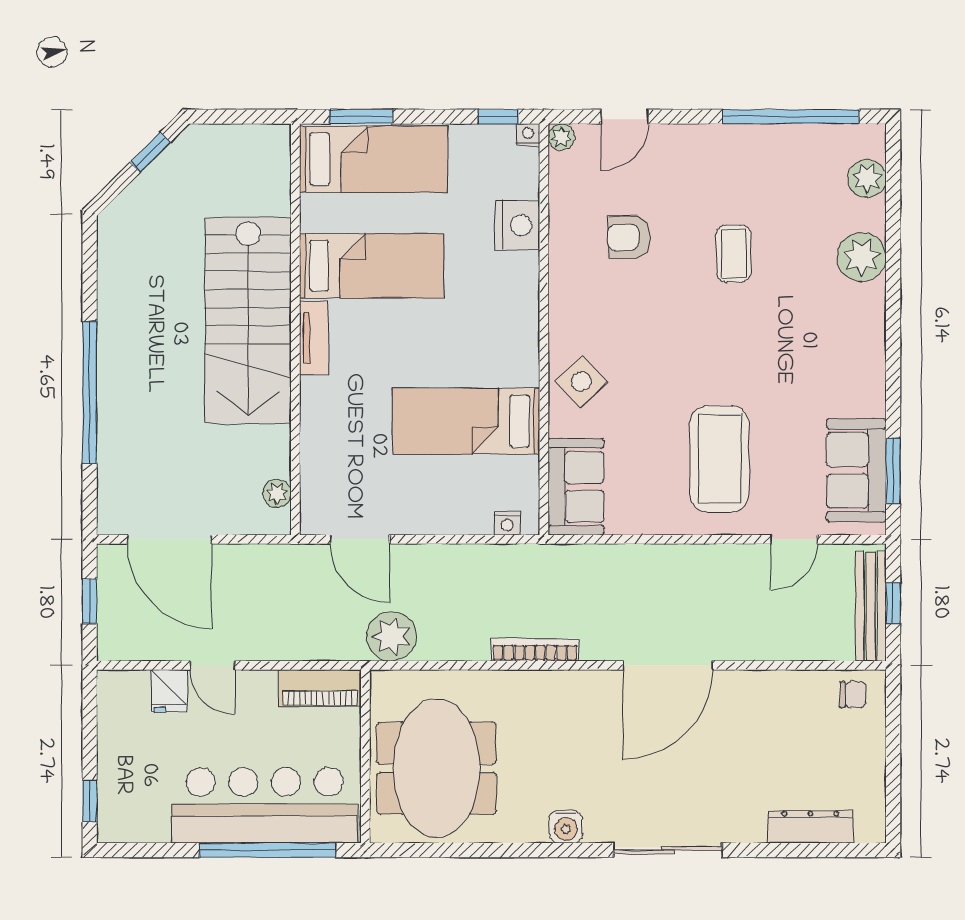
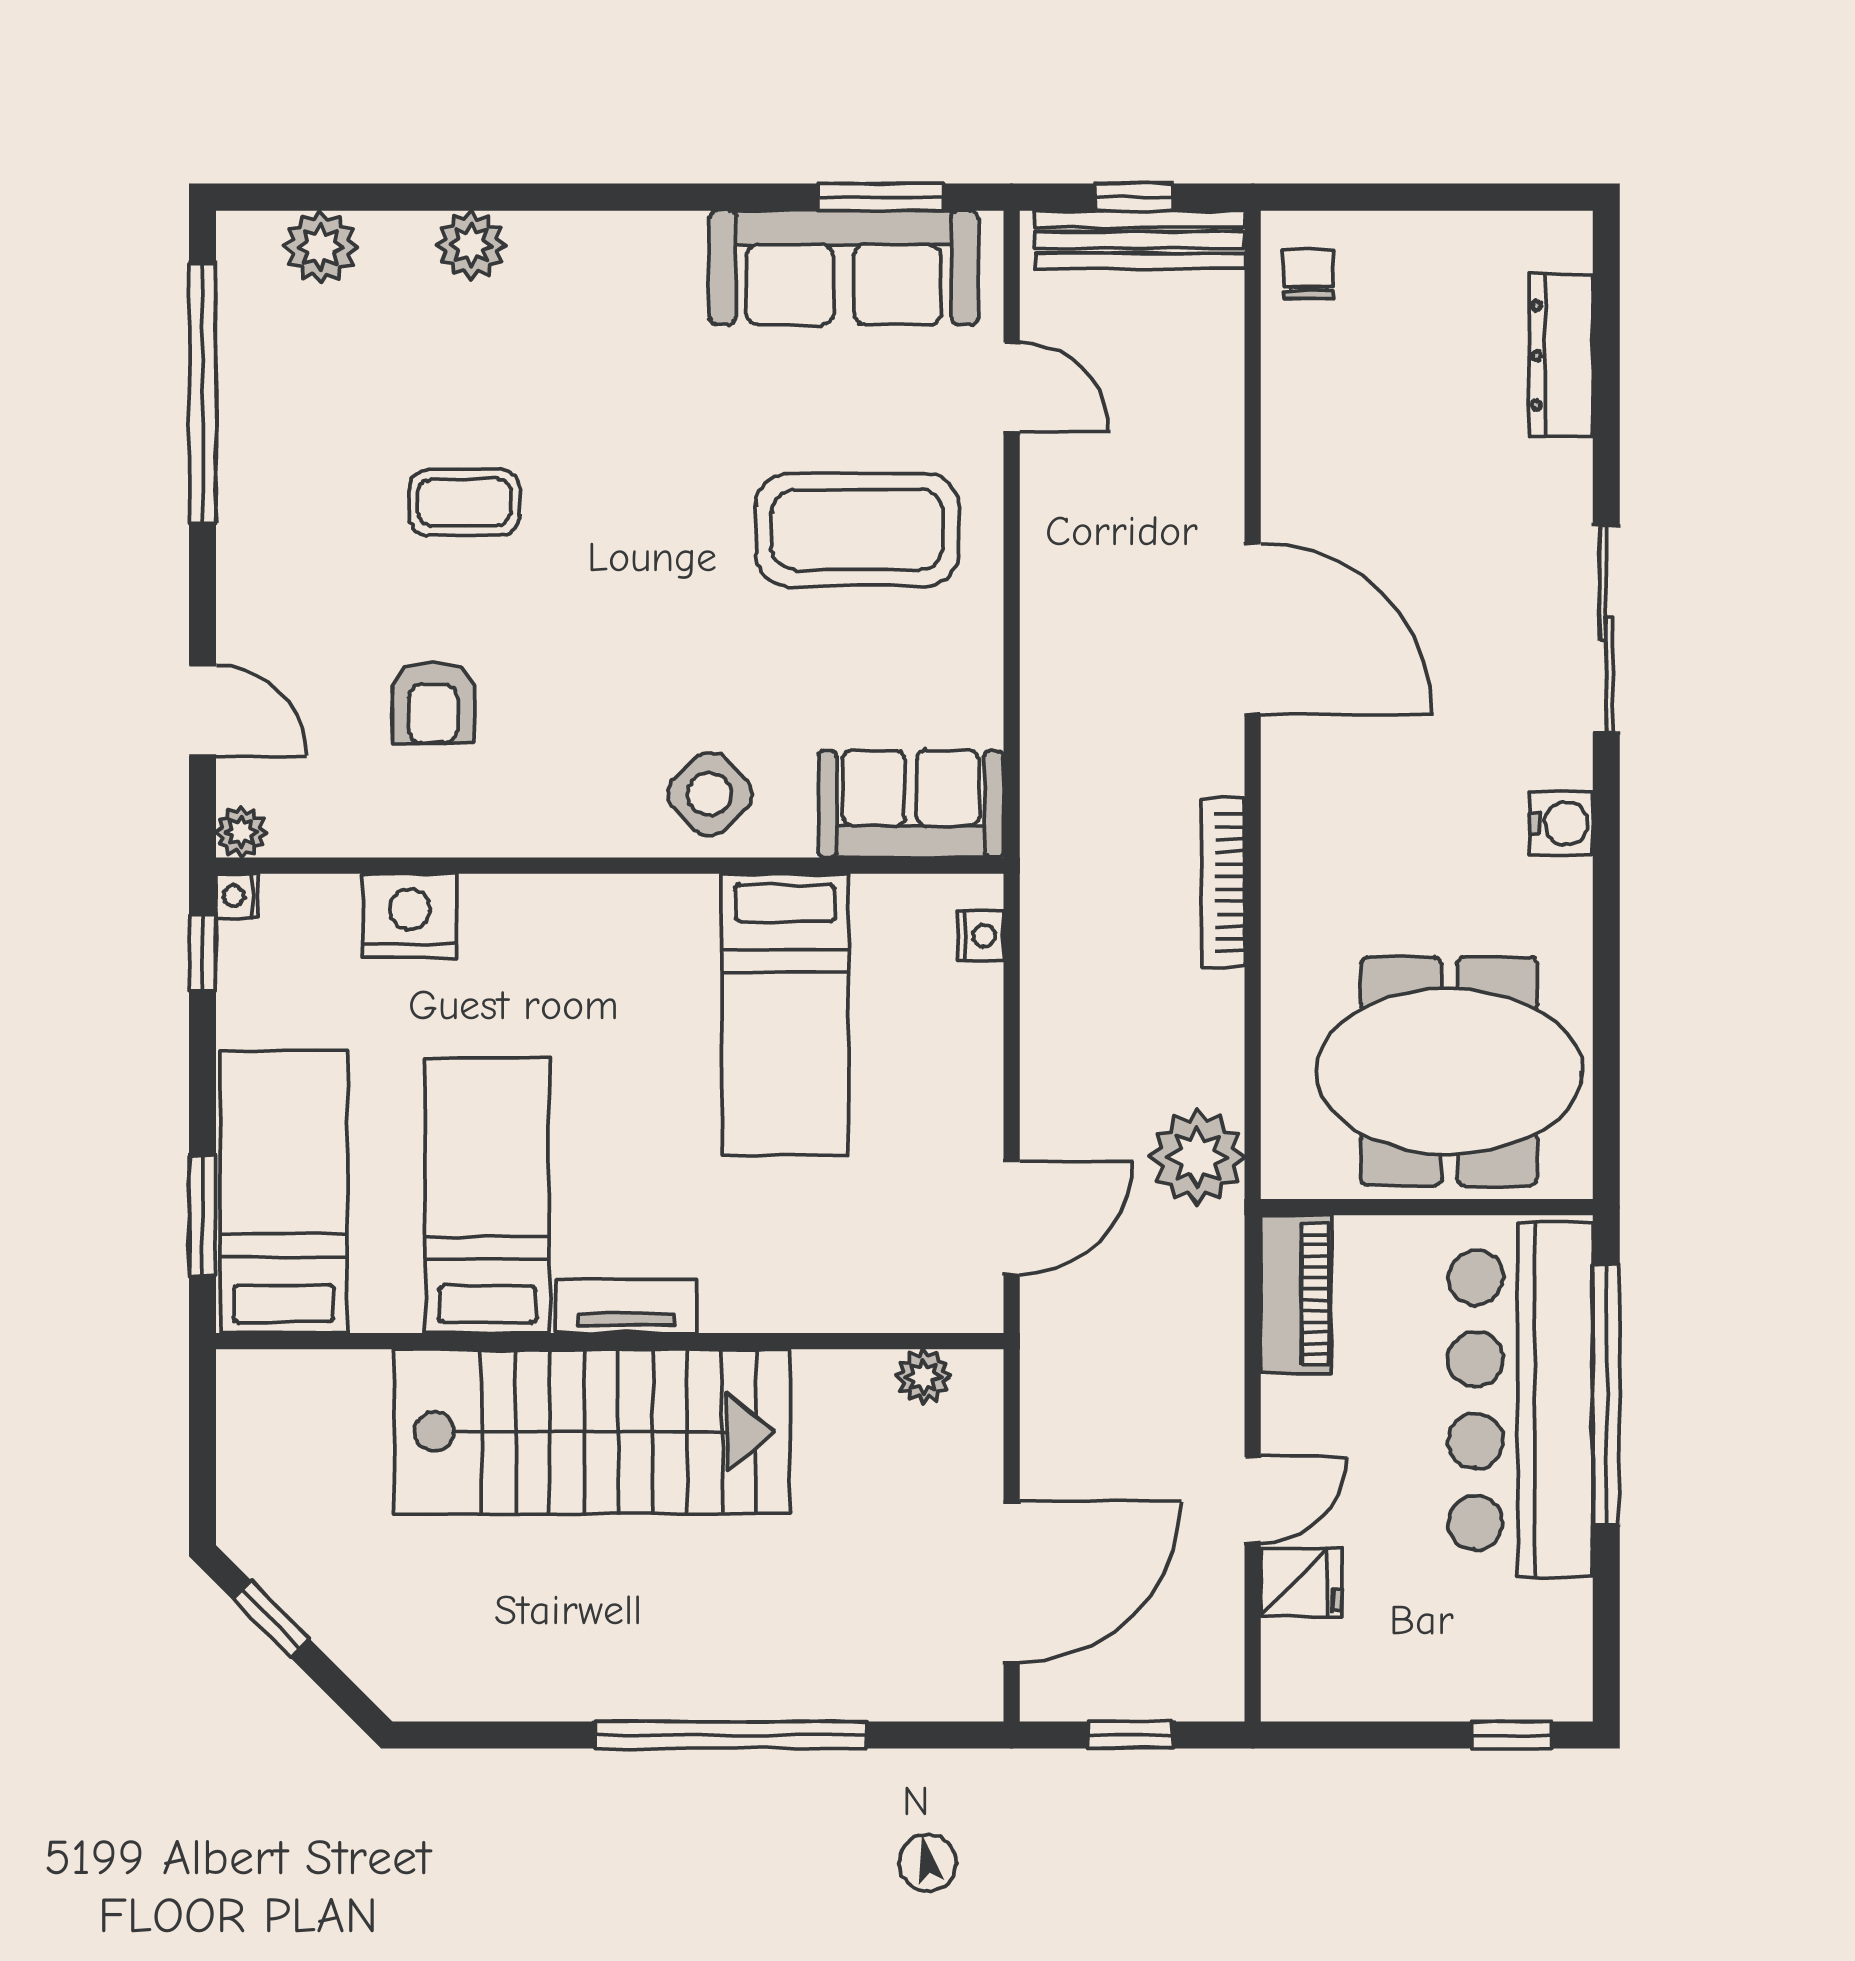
plant: (862, 257) -> (471, 245), width x0.73, depth x0.73
sofa: (856, 470) -> (844, 268), width x1.36

